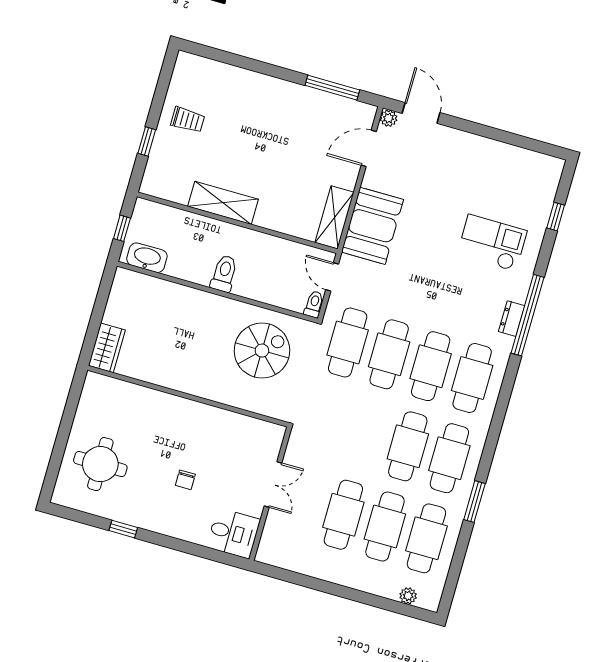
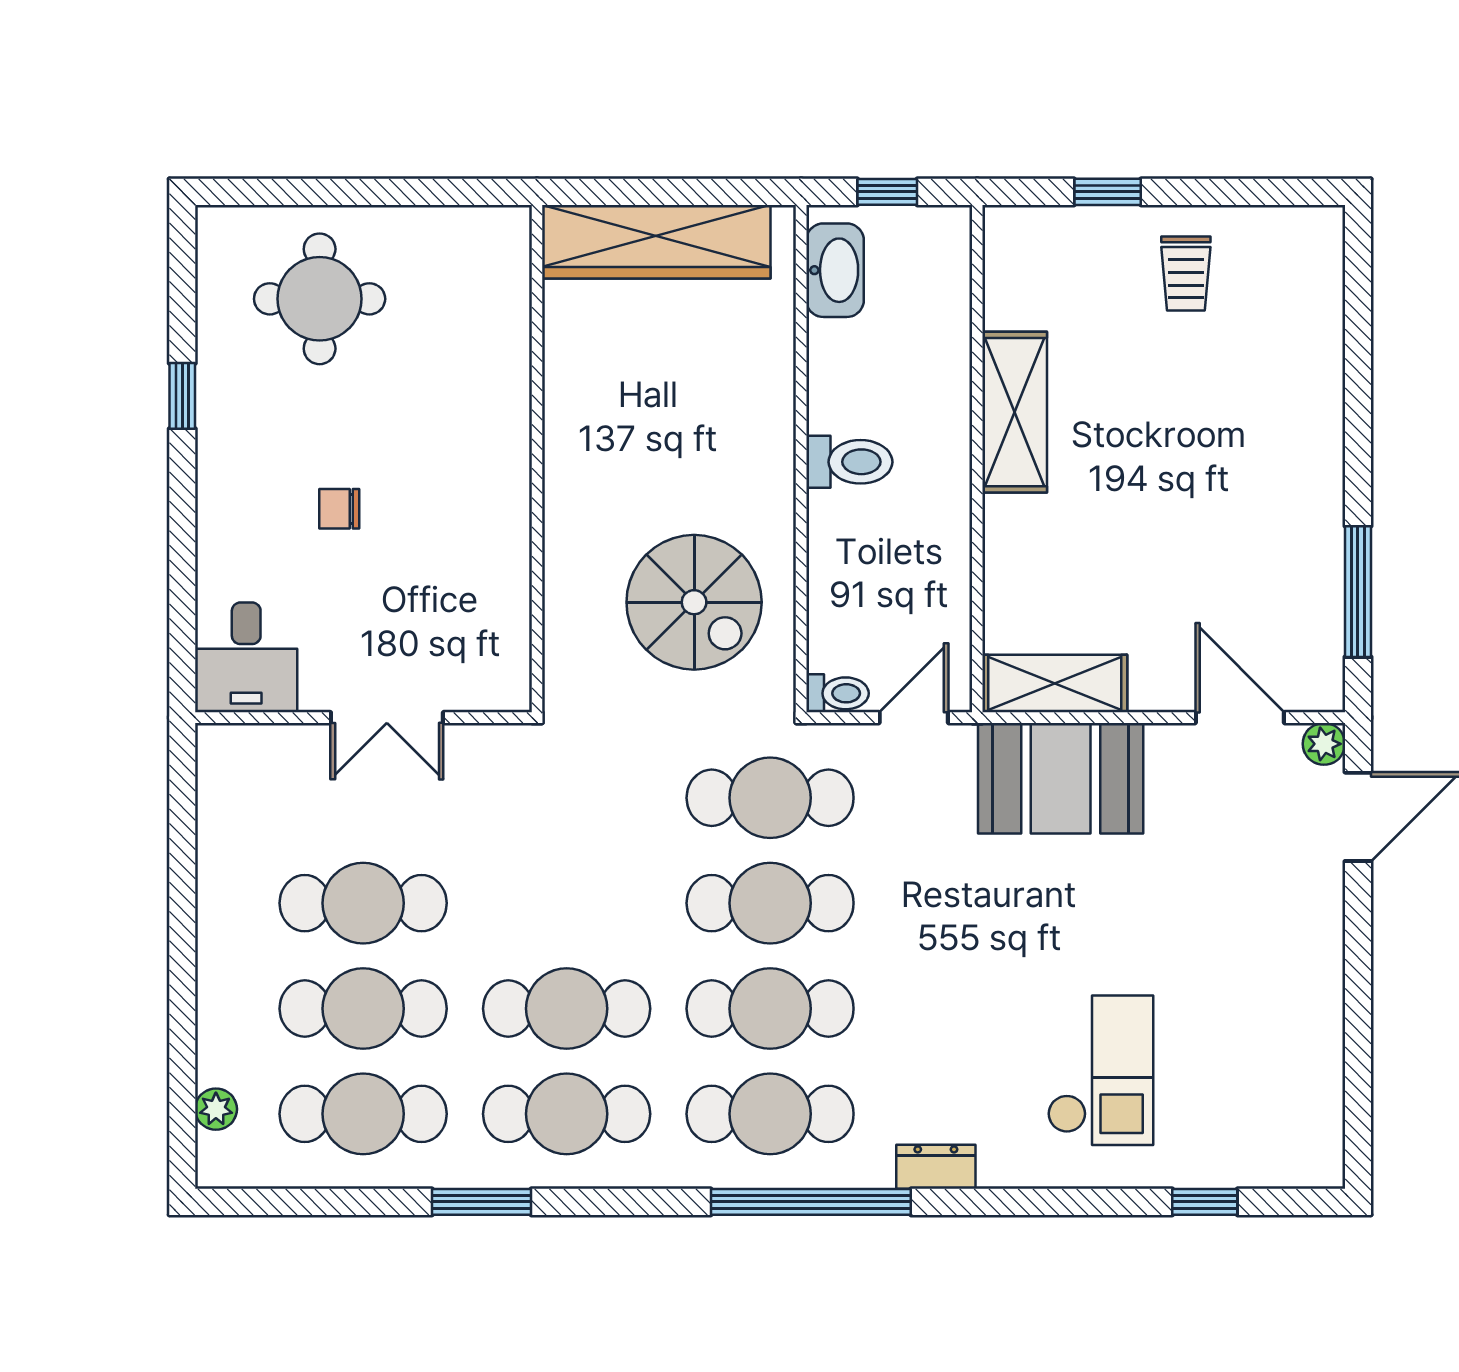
window: (528, 315) -> (811, 1202), moved
wardrobe: (107, 348) -> (656, 242), width x2.10, depth x1.17

